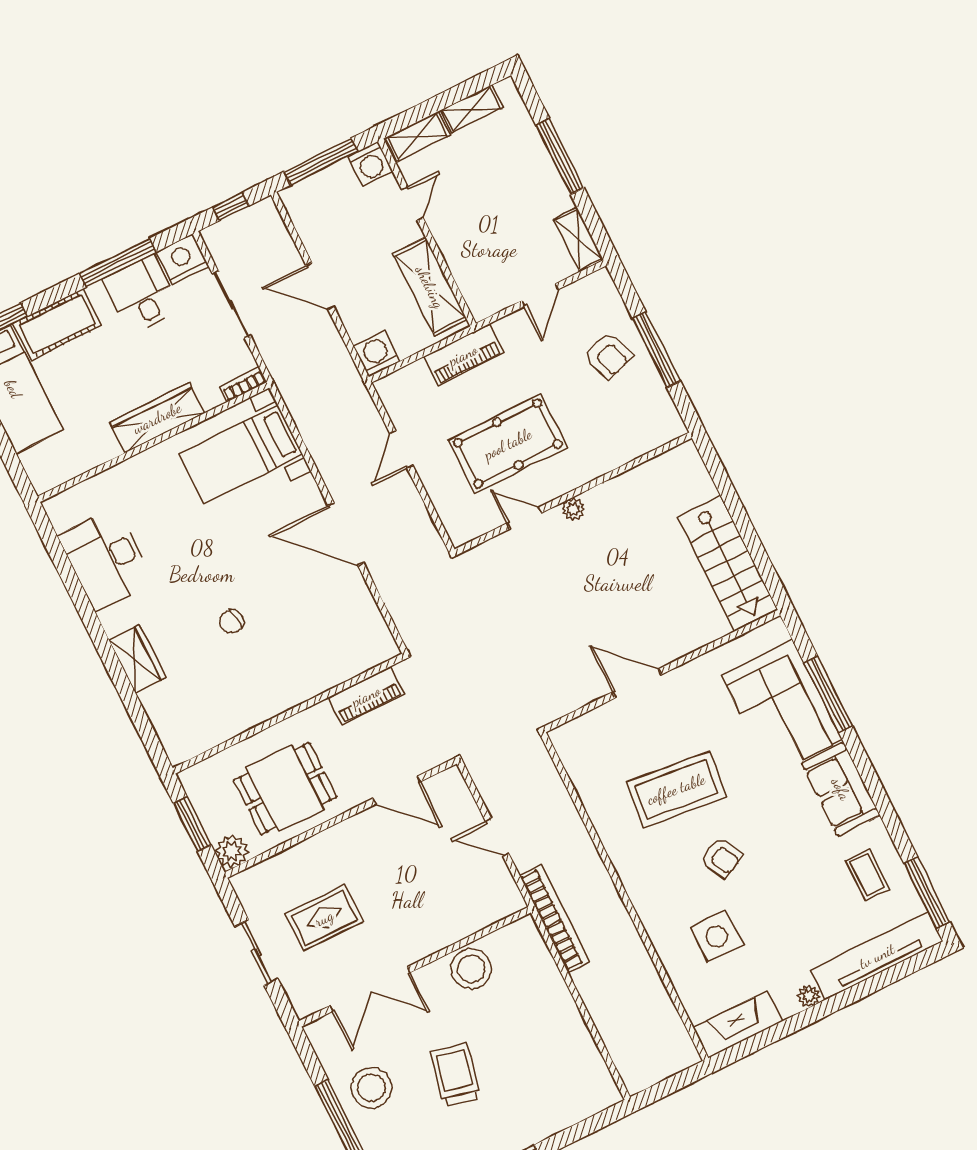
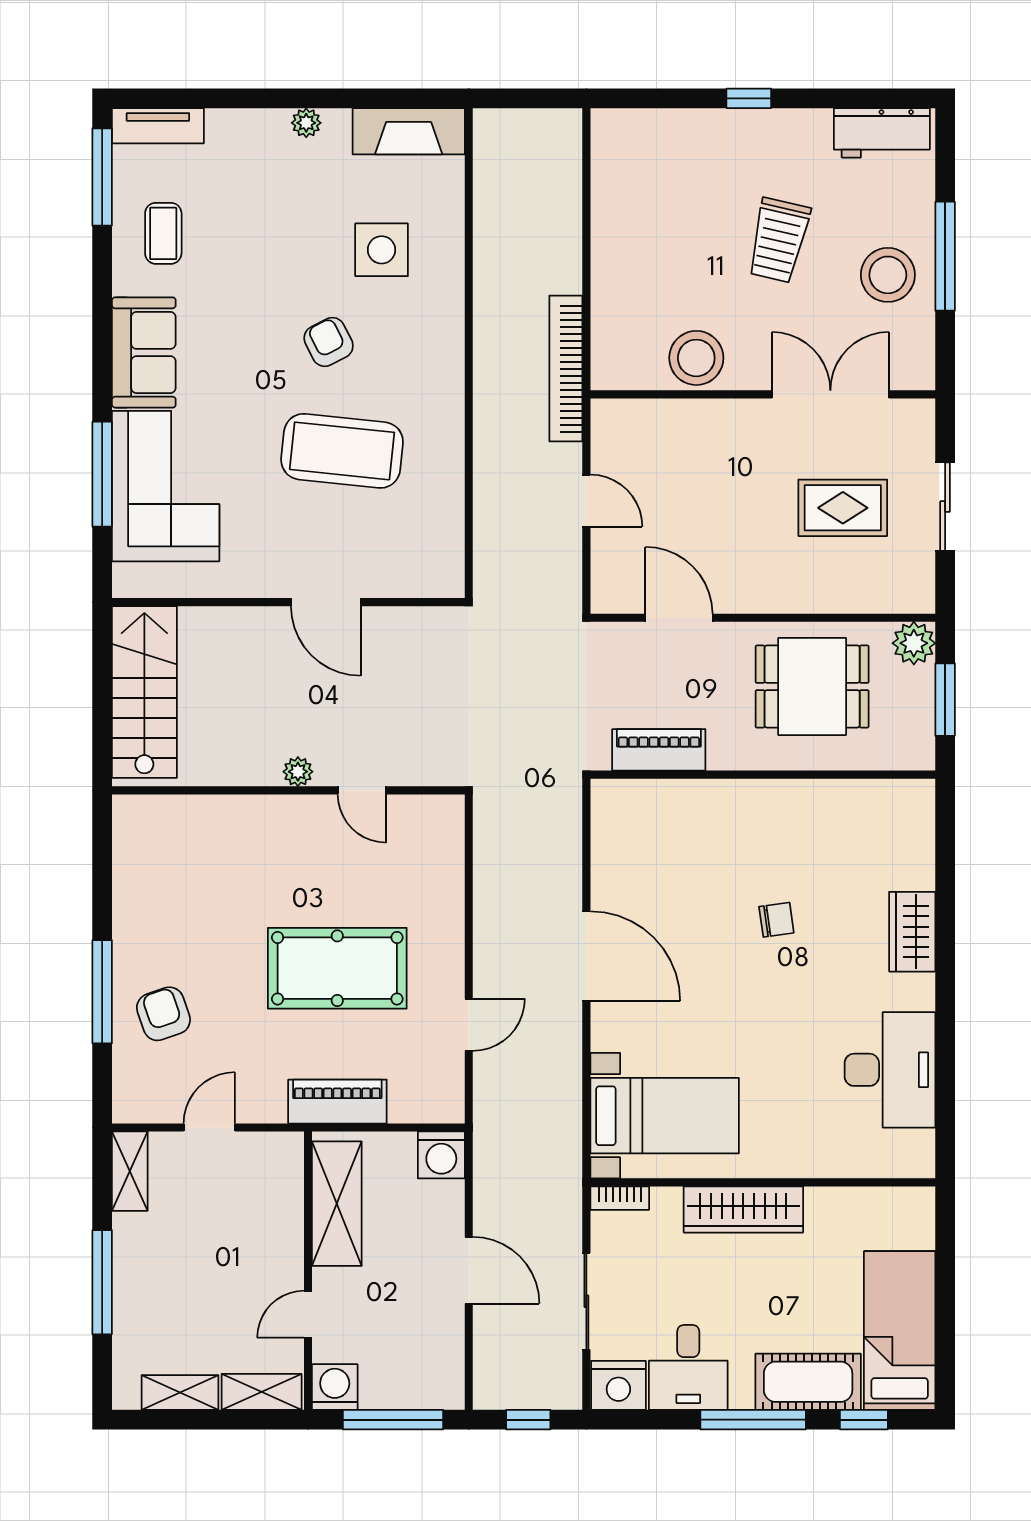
window: (118, 263) -> (753, 1420), moved
wall: (573, 494) -> (288, 790), moved
plant: (573, 509) -> (298, 772), moved
door: (524, 518) -> (362, 790), moved
tv unit: (877, 956) -> (158, 126), width x0.52, depth x0.78

